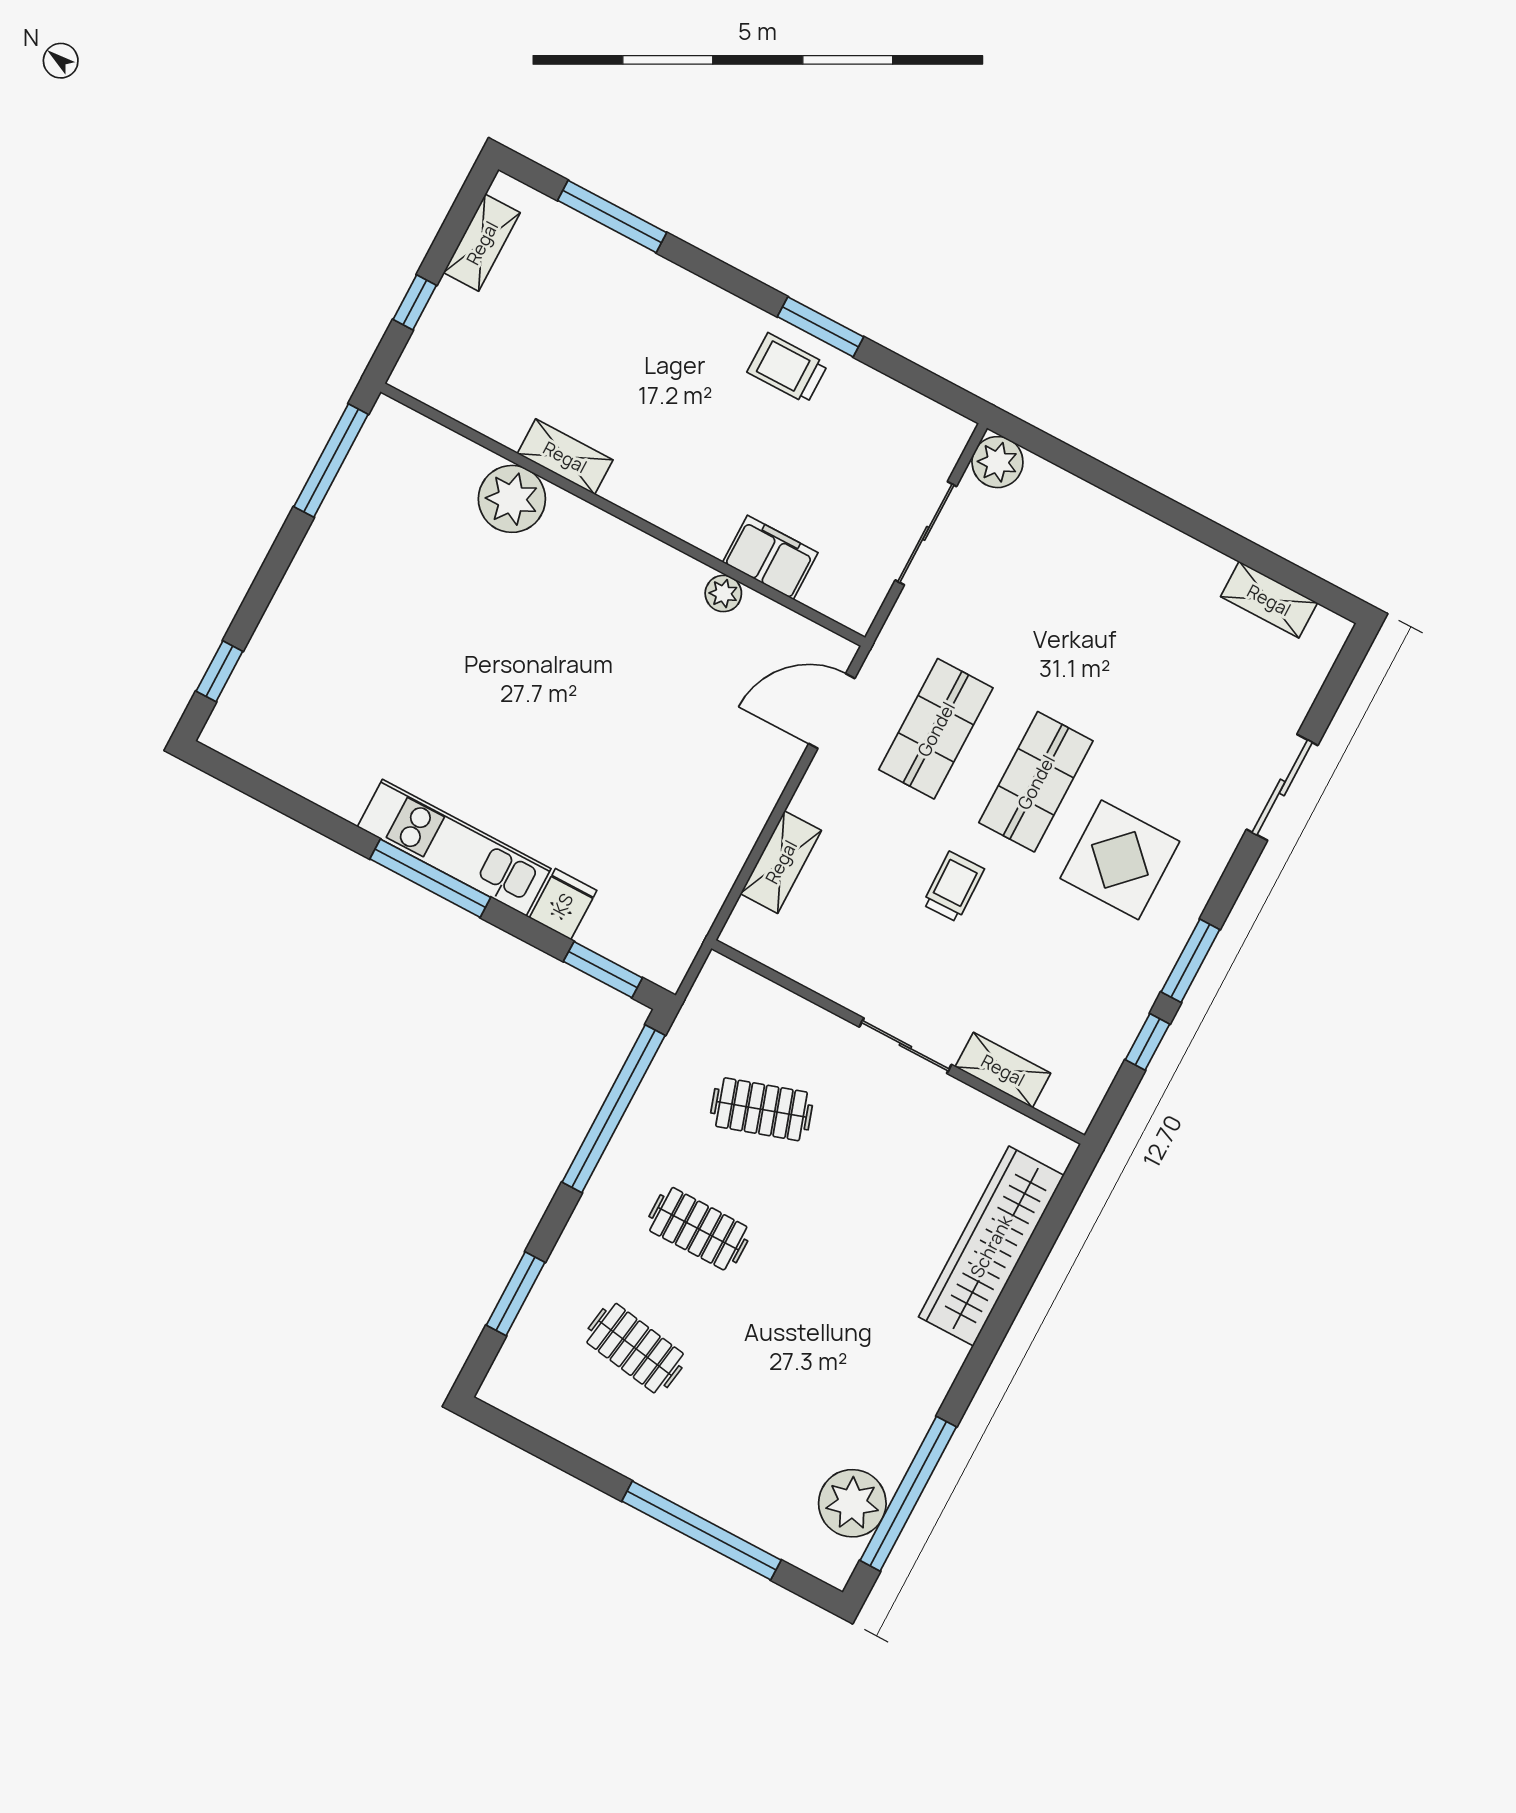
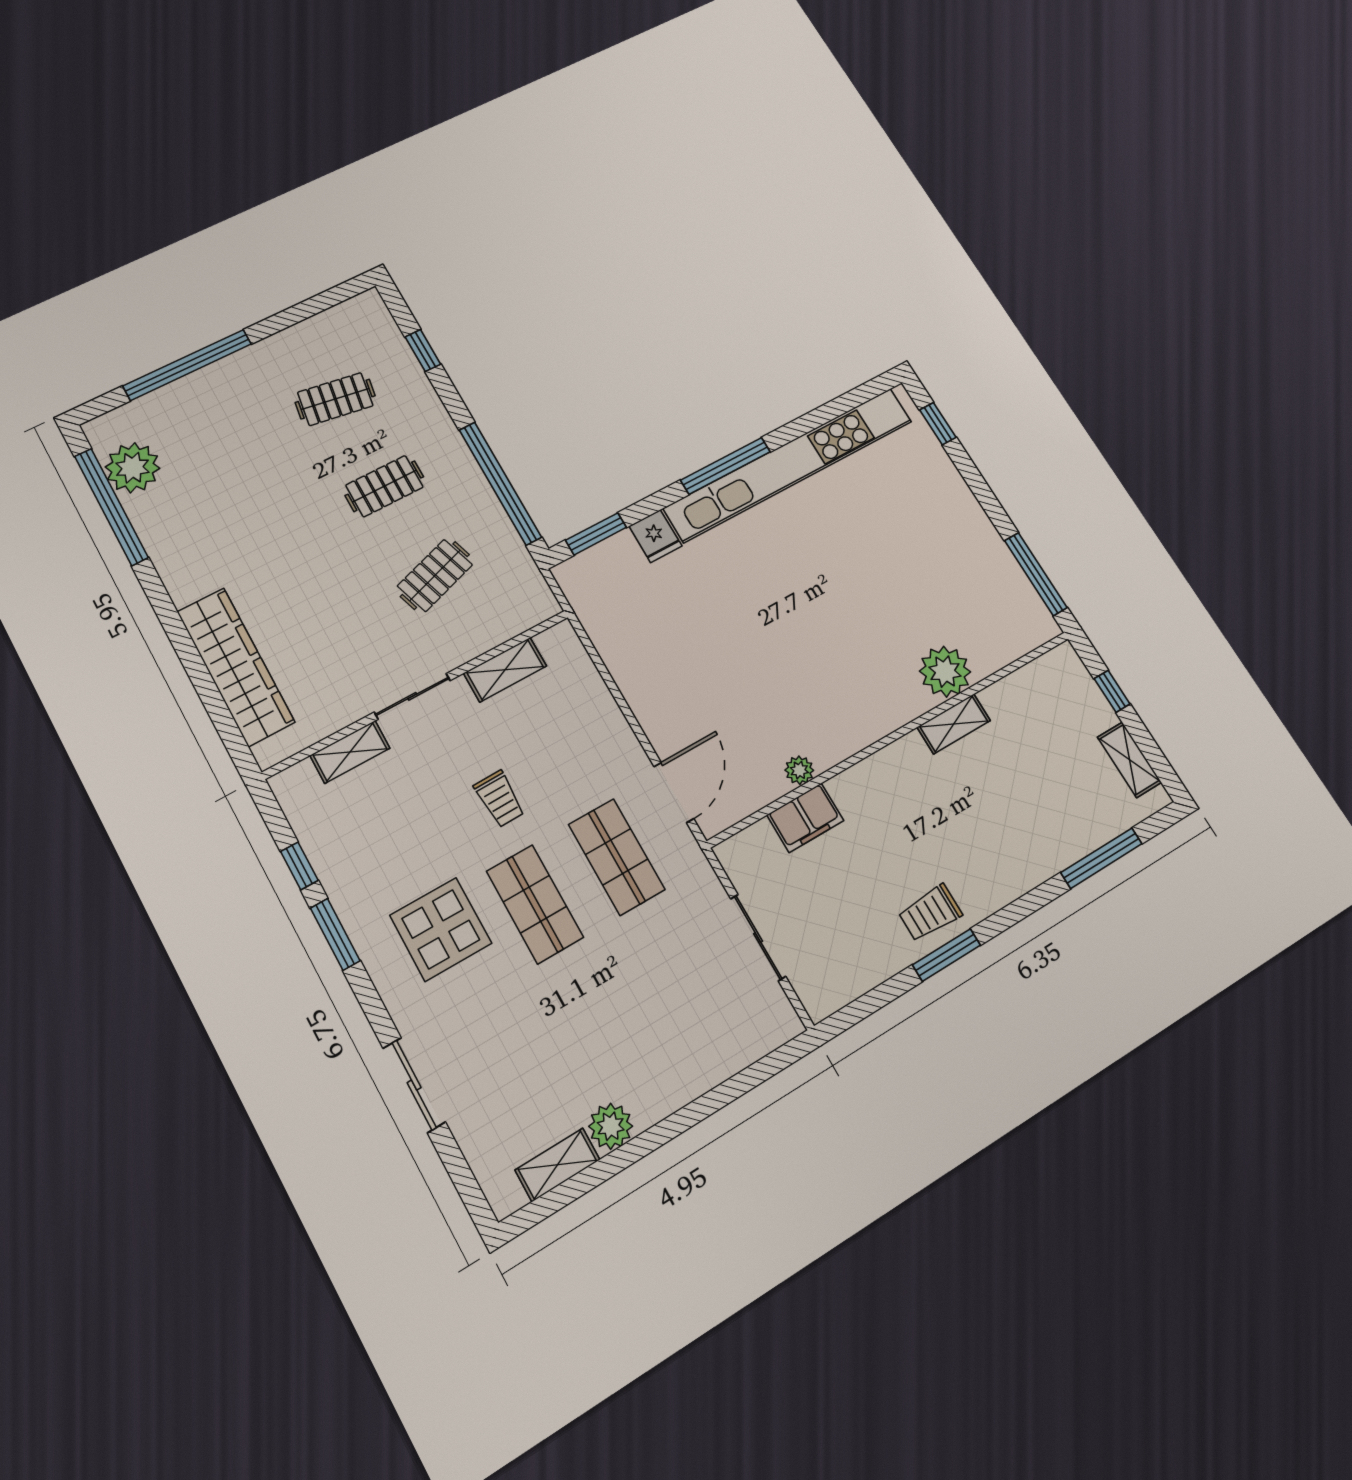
trolley: (787, 368) -> (930, 913), turned 180
plant: (997, 462) -> (611, 1126), moved
kitchen unit: (454, 848) -> (789, 464), width x1.86
shelving: (781, 862) -> (505, 670), moved, turned 90
window: (516, 1294) -> (423, 350), width x0.67

